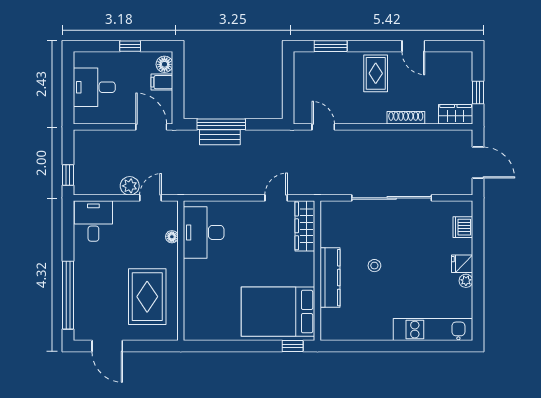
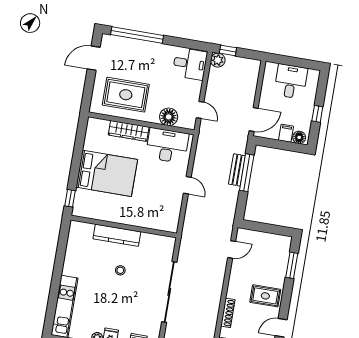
plant: (130, 186) -> (218, 60), moved
door: (276, 198) -> (187, 185), moved
wardrobe: (305, 226) -> (129, 131), moved, turned 180
floor lamp: (172, 237) -> (169, 117), width x1.89, depth x1.89
bed: (278, 312) -> (107, 173), moved, turned 90

